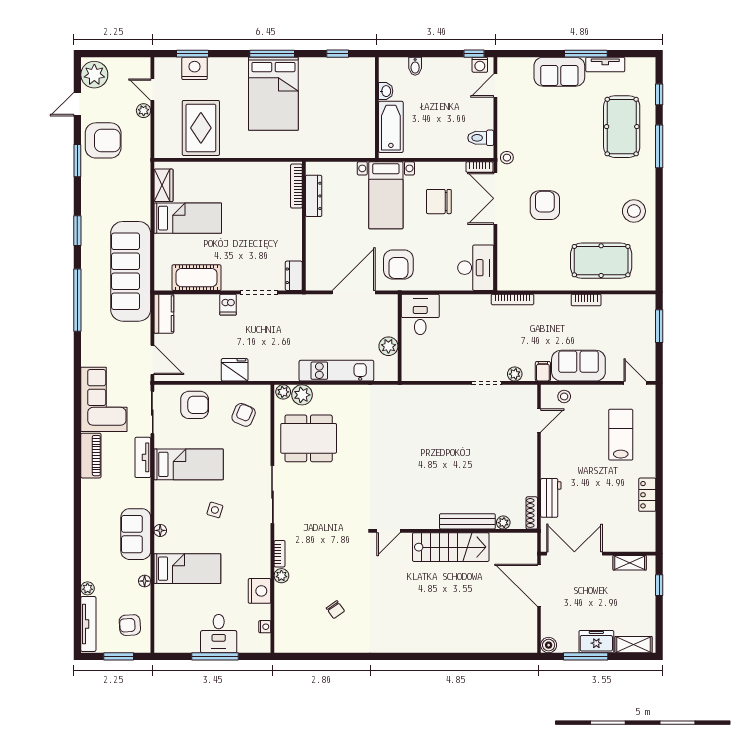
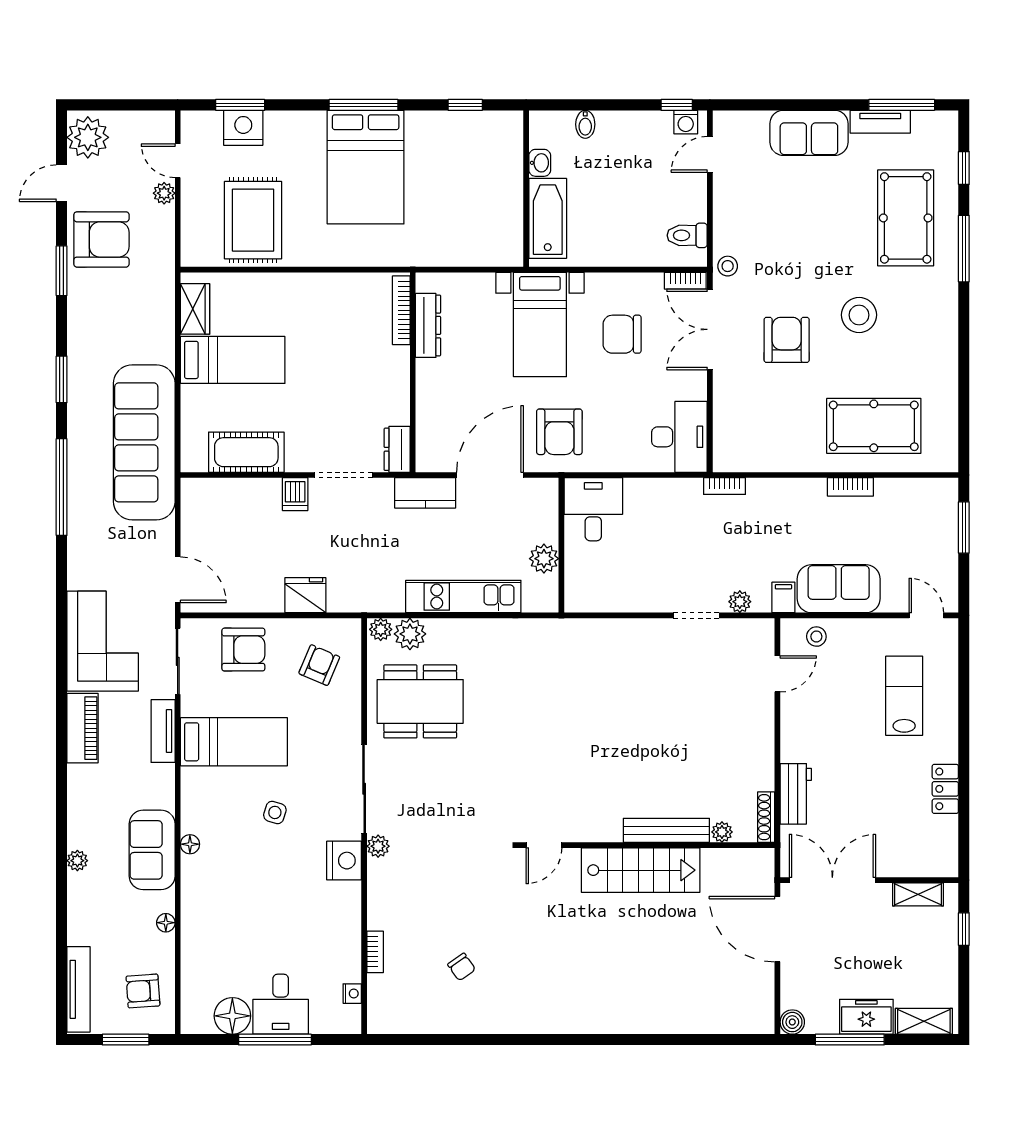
window: (586, 54) -> (902, 105), moved
stool: (634, 211) -> (859, 315), moved
bookcase: (512, 299) -> (725, 486), width x0.64
kitchen counter: (164, 314) -> (425, 493), moved, turned 90
bookcase: (280, 554) -> (375, 952), moved
bed: (187, 569) -> (232, 903), removed
plant: (281, 576) -> (378, 846), moved
plant: (88, 588) -> (77, 861), moved
nightstand: (260, 591) -> (344, 861), moved
floor lamp: (188, 641) -> (232, 1016), added

